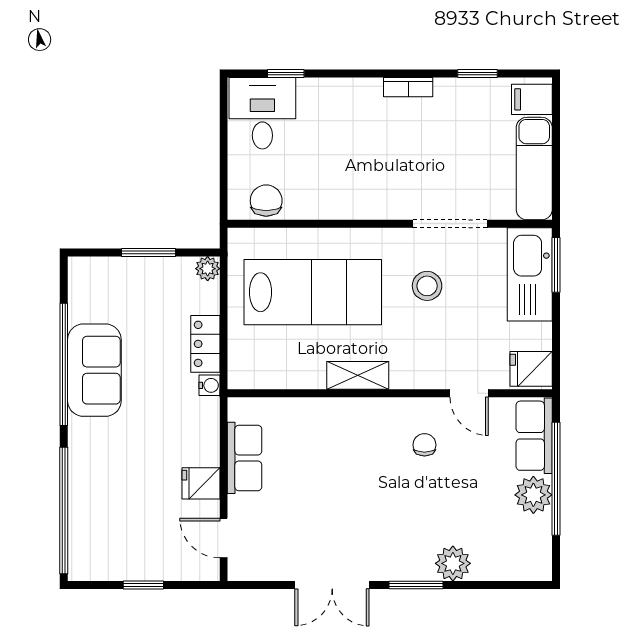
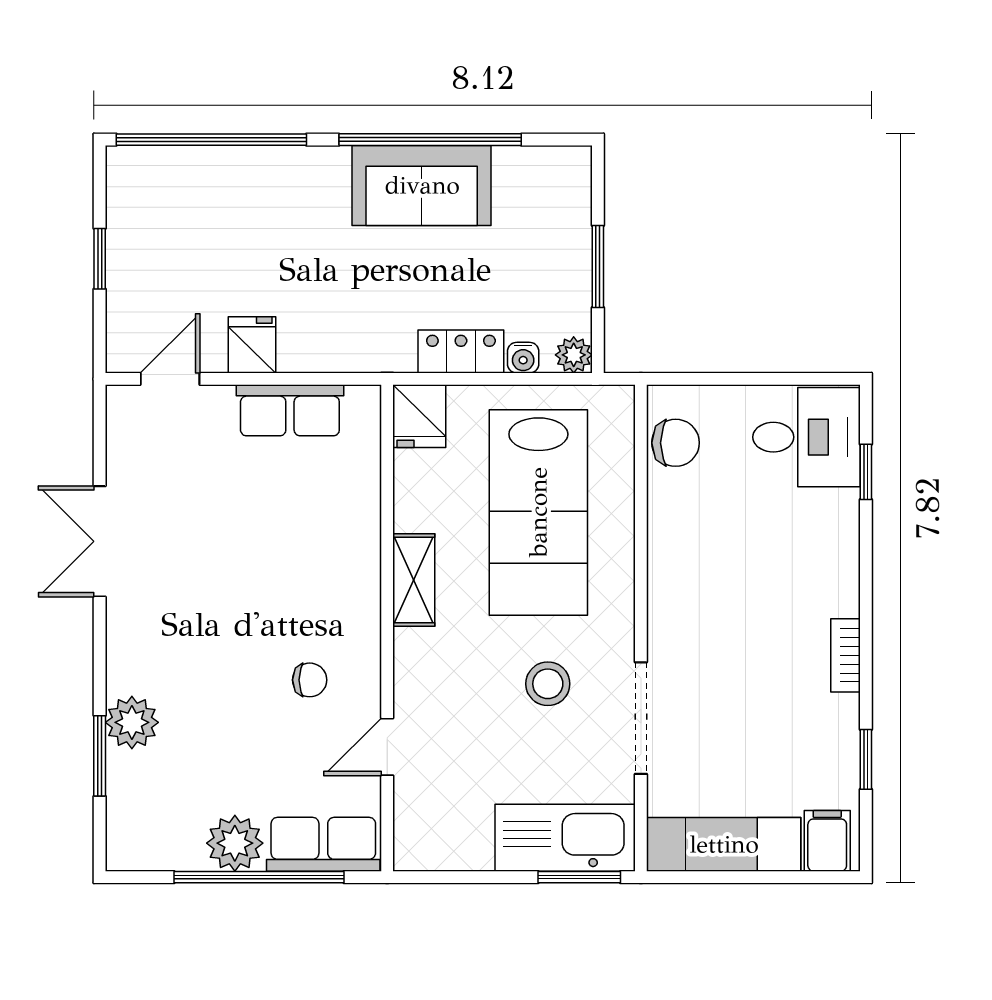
fridge: (531, 369) -> (419, 416), moved, turned 180
water cooler: (209, 385) -> (523, 358), moved
window: (416, 585) -> (100, 756), moved

